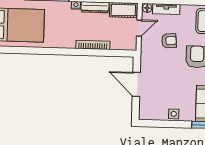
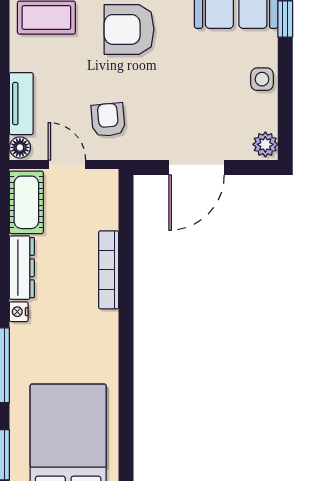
armchair: (169, 41) -> (108, 120), moved
plant: (145, 115) -> (265, 144), added

